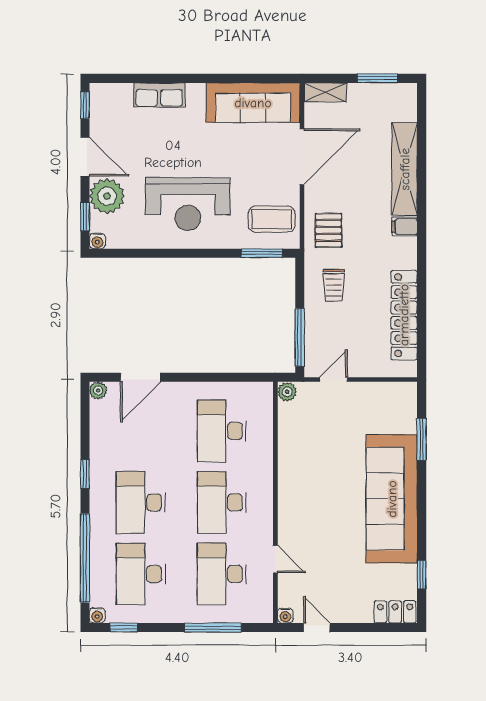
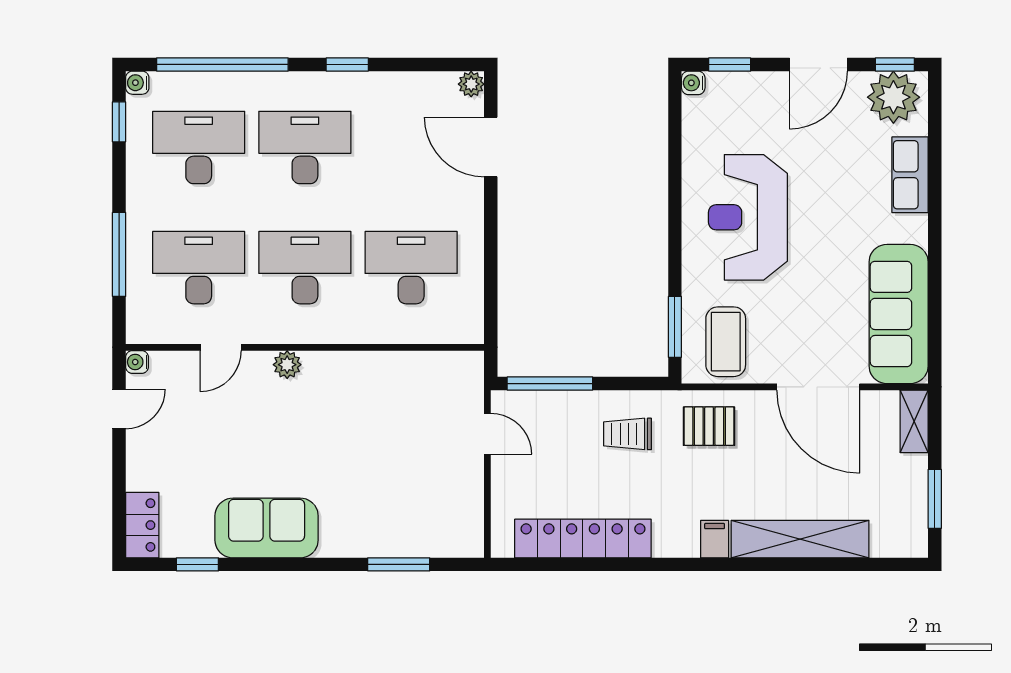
plant: (107, 196) -> (893, 97), moved
plant: (287, 392) -> (287, 365), moved
sofa: (392, 499) -> (267, 528), width x0.54, depth x0.79

